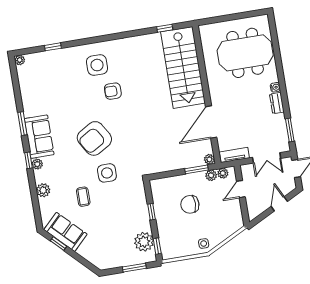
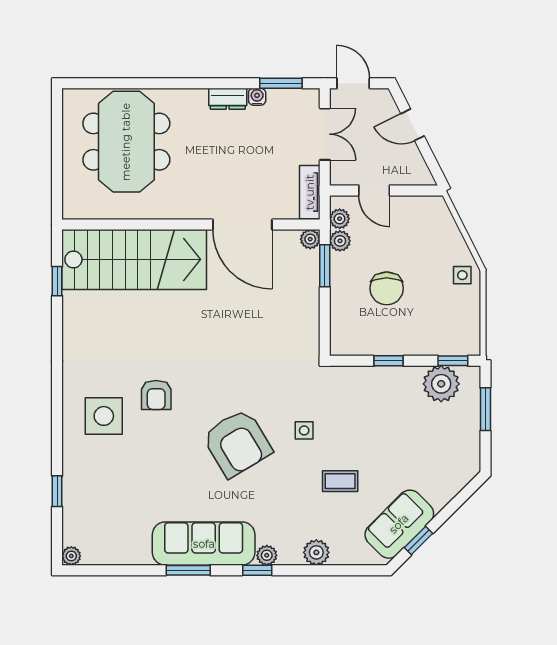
water cooler: (275, 87) -> (257, 97), moved
sofa: (39, 137) -> (204, 544), width x1.36
side table: (107, 173) -> (304, 430), width x0.54, depth x0.54

